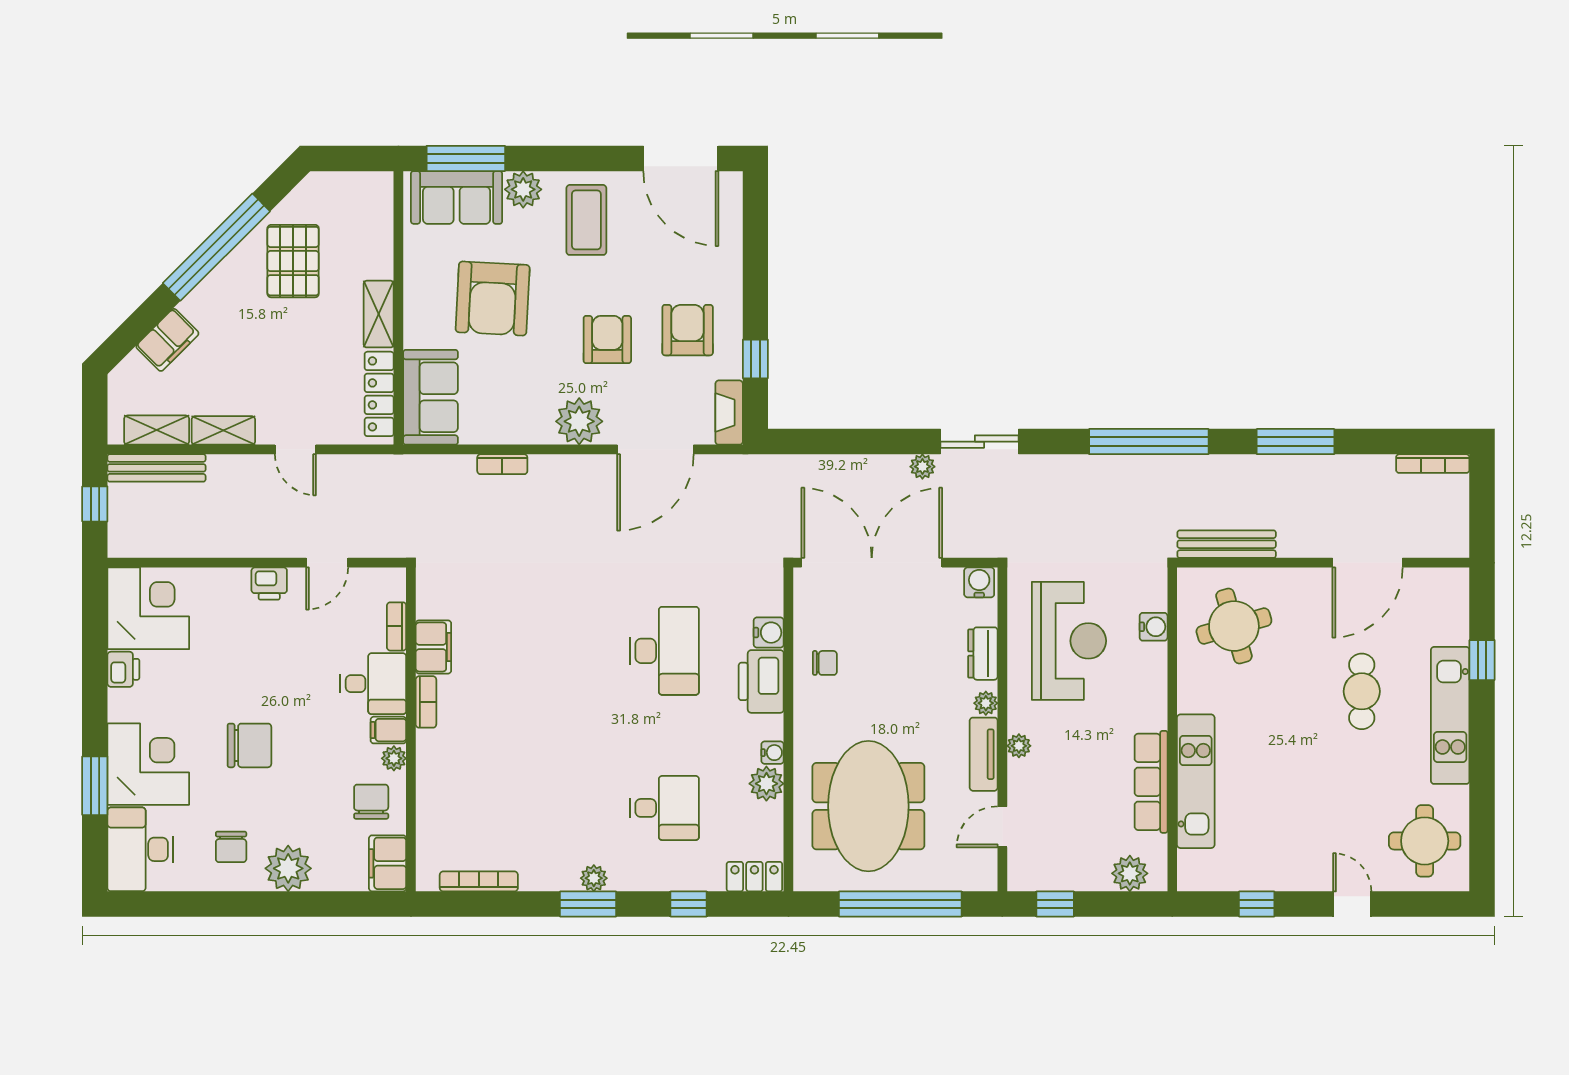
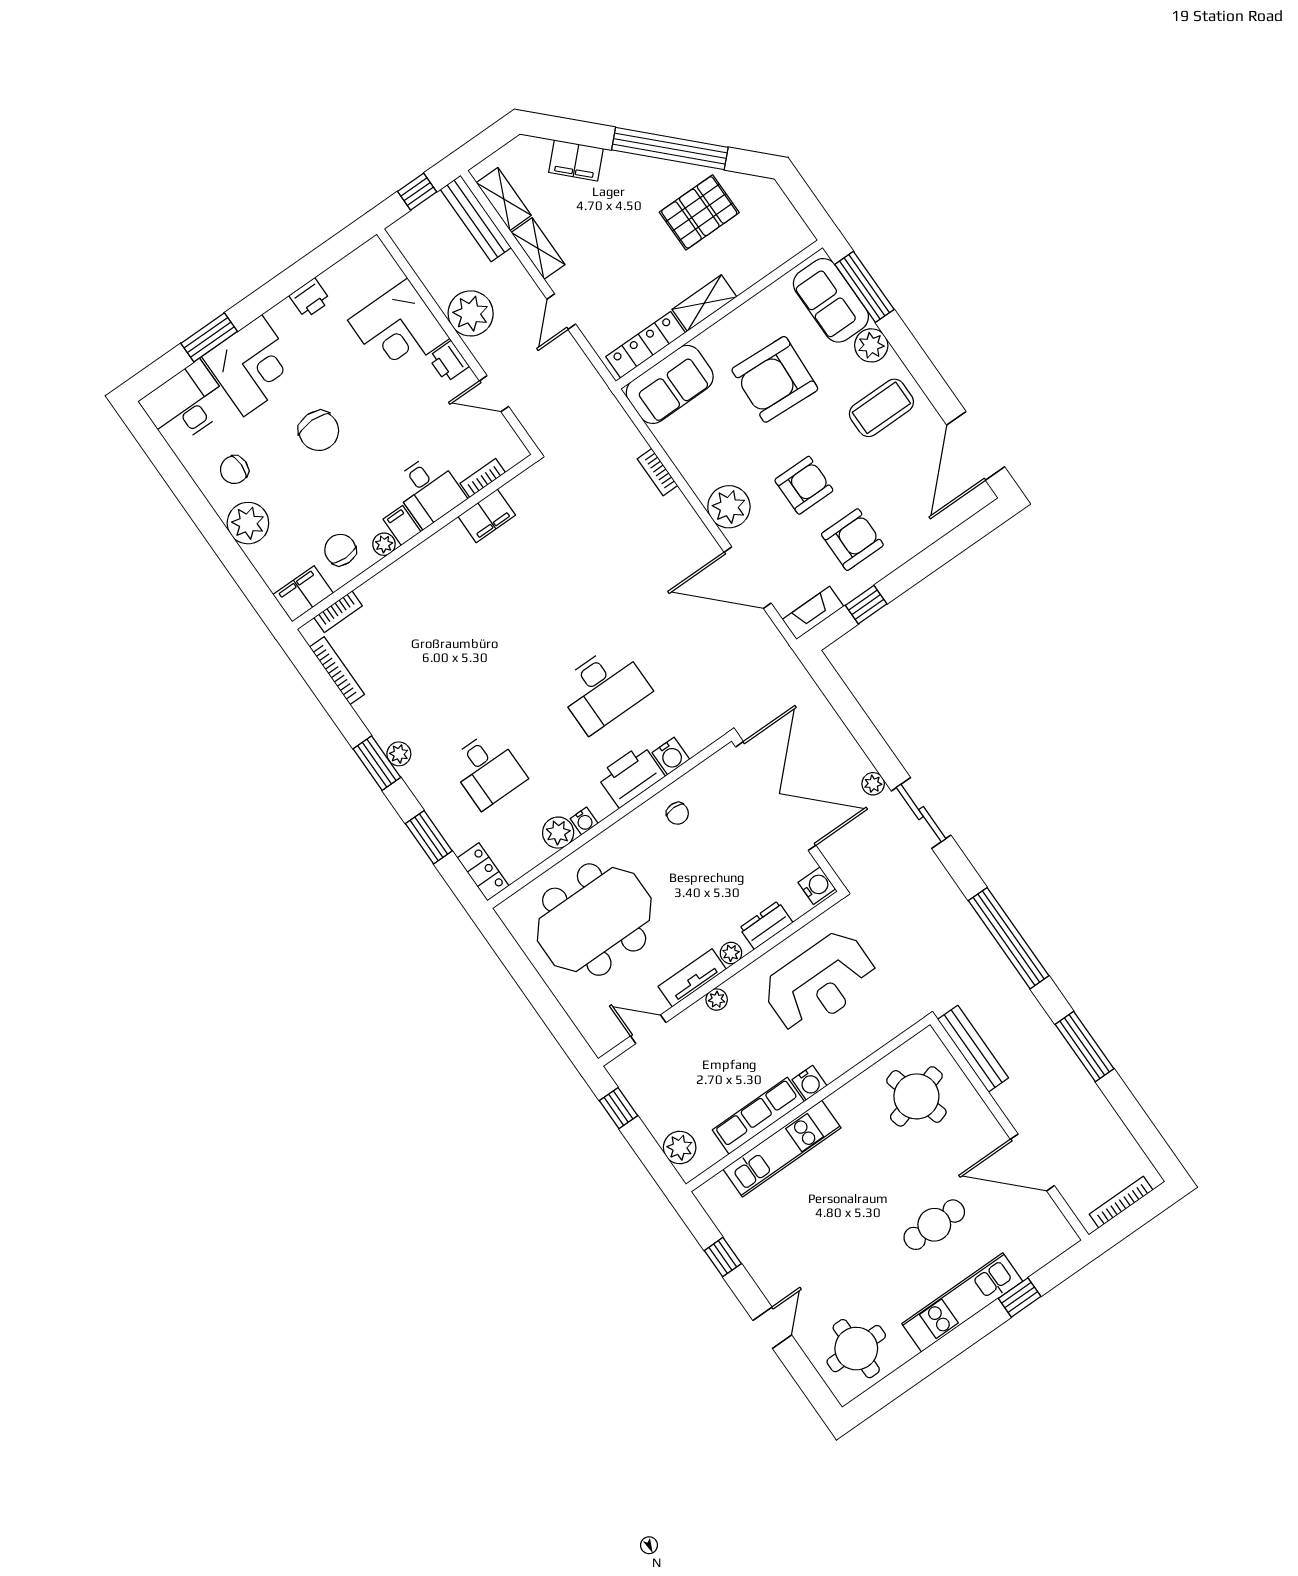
bookcase: (1433, 464) -> (1121, 1202), moved, turned 90
plant: (239, 533) -> (471, 313), added
corner desk: (148, 608) -> (399, 329), moved, turned 90
water cooler: (1154, 627) -> (810, 1083), moved
bookcase: (426, 702) -> (338, 612), moved
chair: (371, 802) -> (340, 550), turned -90
window: (689, 904) -> (429, 837), width x1.50
window: (900, 904) -> (538, 994), removed

